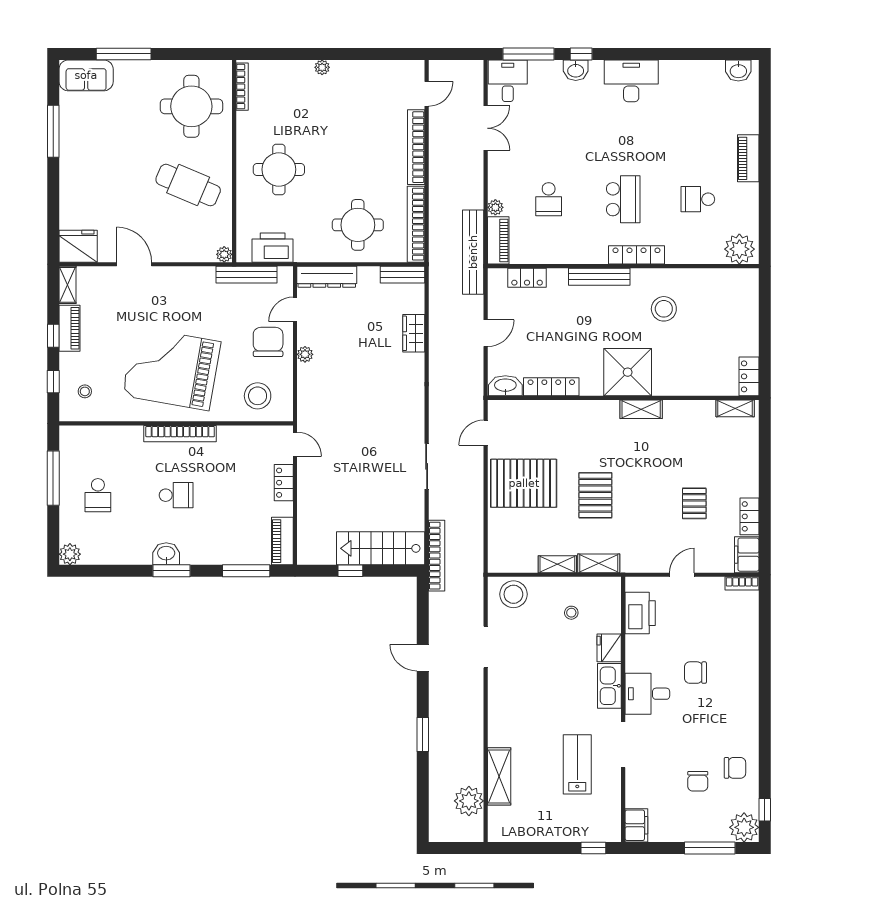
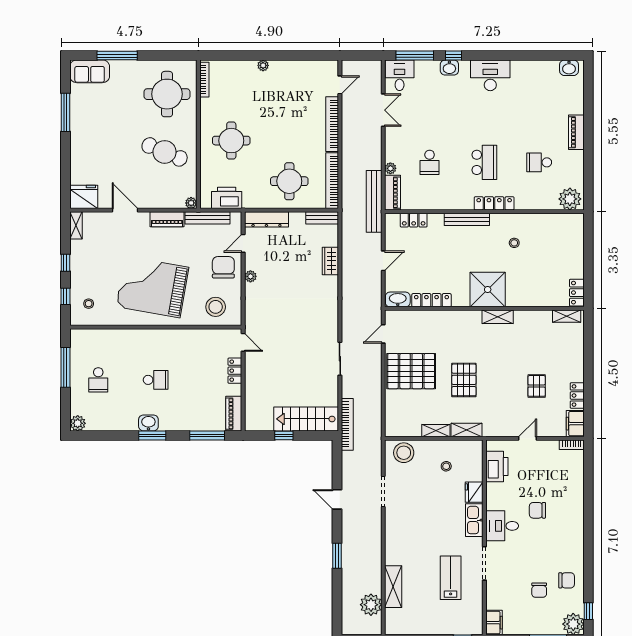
stool: (664, 309) -> (514, 243), width x0.53, depth x0.53
piano: (69, 328) -> (167, 219), moved, turned 90
bookcase: (180, 434) -> (159, 335), removed

